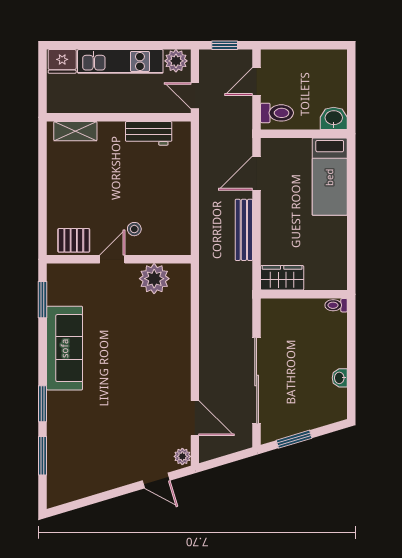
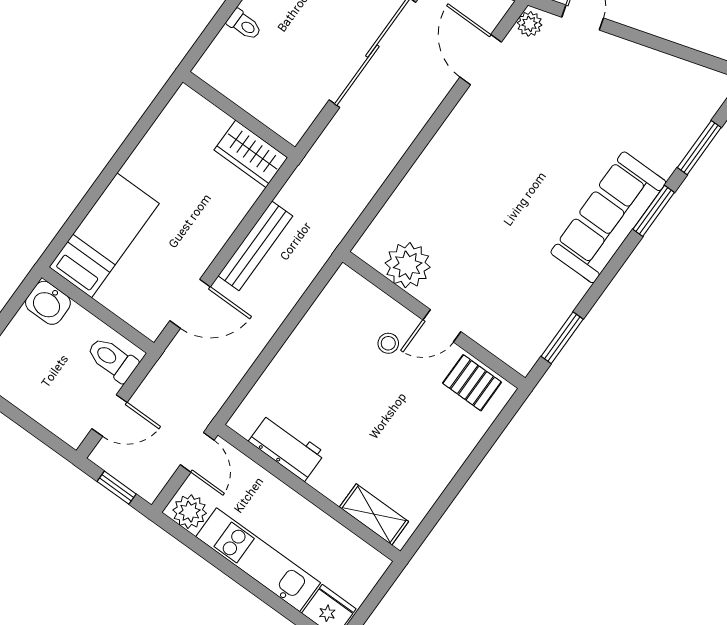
toilet: (336, 305) -> (244, 25), moved
sofa: (65, 348) -> (608, 217), moved

